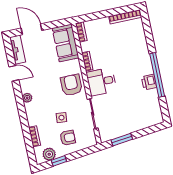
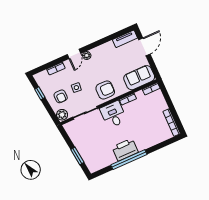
door: (14, 73) -> (74, 54), moved
printer: (149, 82) -> (125, 150), width x1.87, depth x1.48
window: (122, 140) -> (77, 156), moved
plant: (49, 154) -> (62, 115), moved

